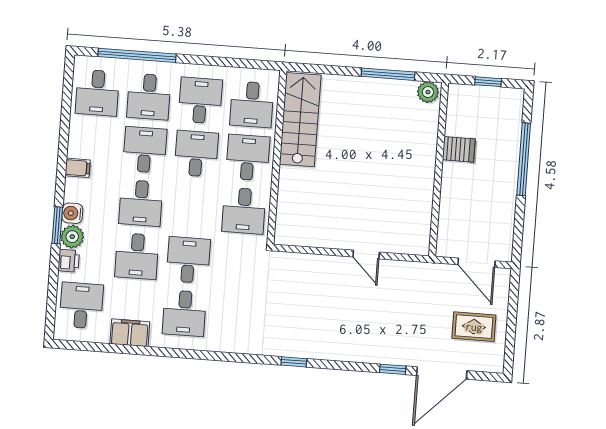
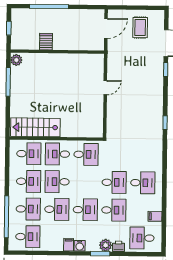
desk: (200, 101) -> (29, 181), turned 180
desk: (145, 150) -> (57, 209), turned 180
water cooler: (72, 213) -> (80, 246), moved
desk: (188, 260) -> (114, 182), turned 180
filing cabinet: (130, 333) -> (155, 216), width x0.50

